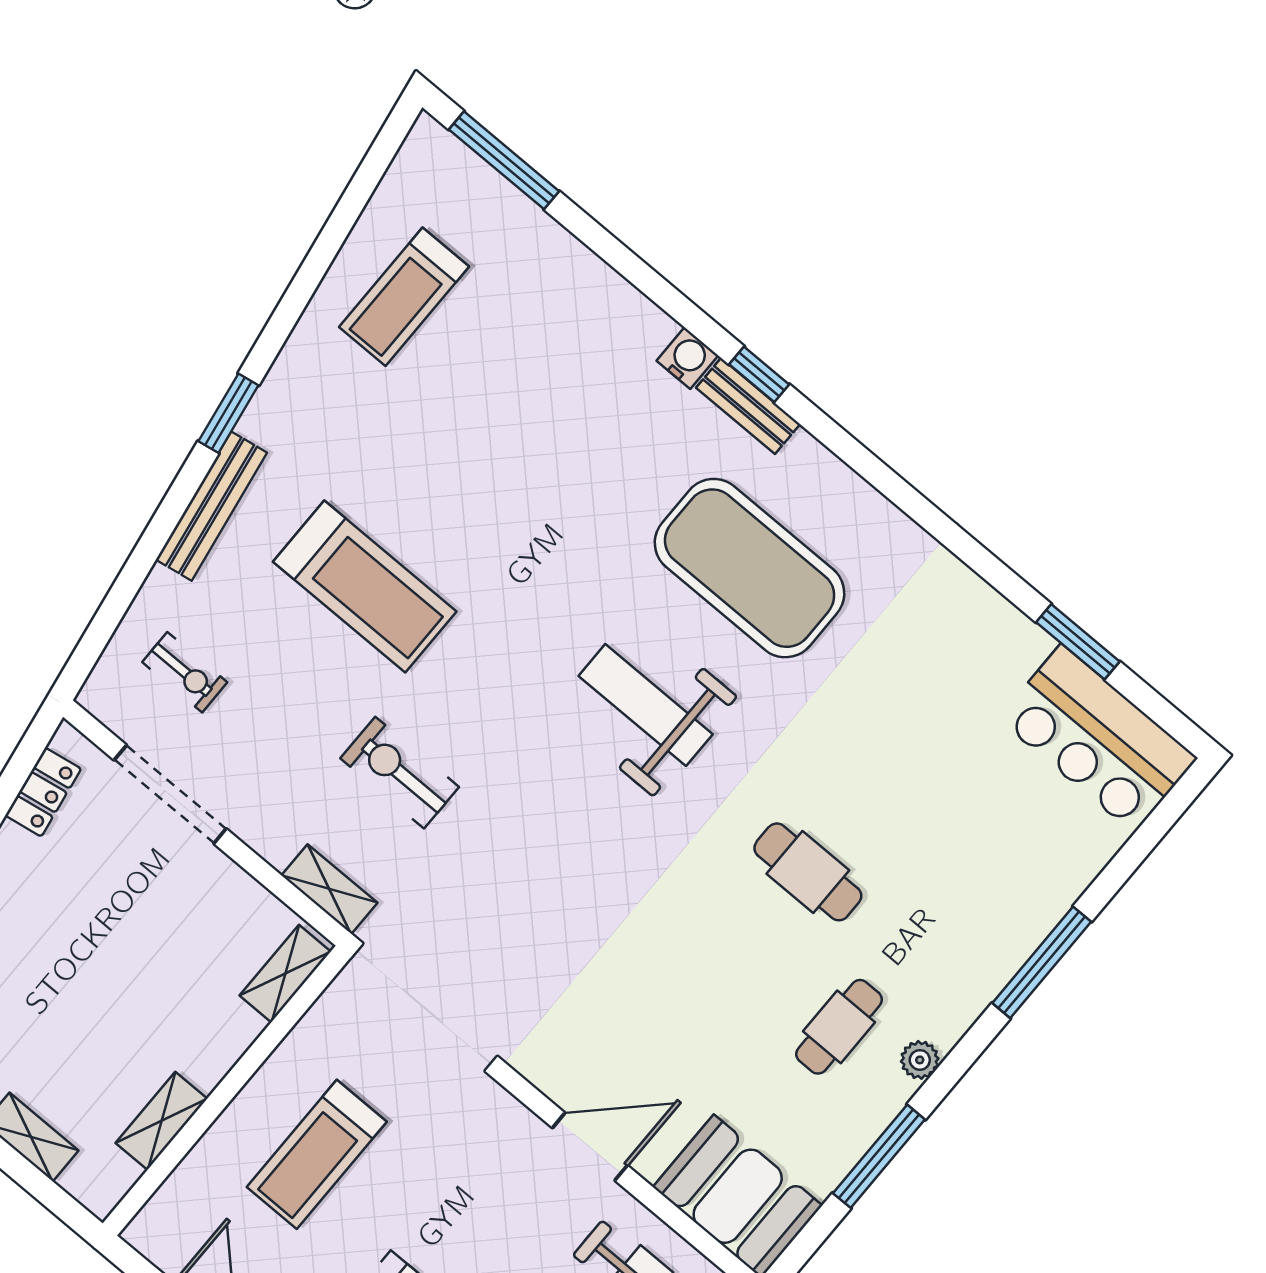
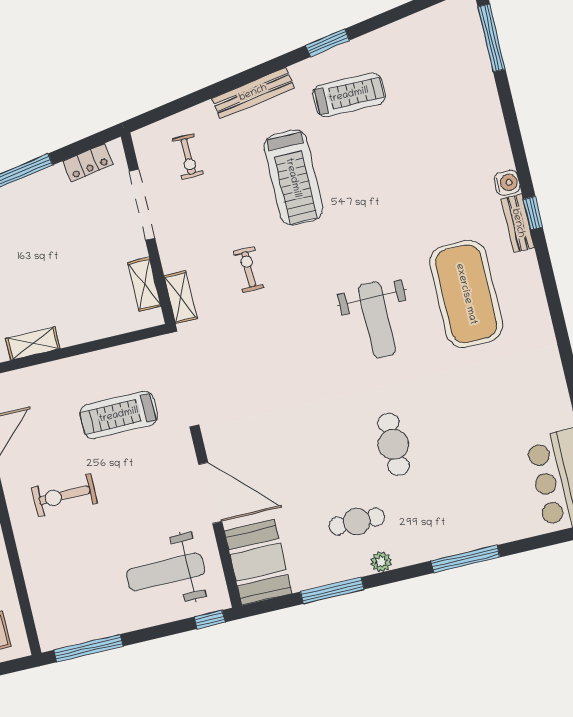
treadmill: (404, 297) -> (349, 95), moved, turned 180
window: (228, 413) -> (328, 43), moved
weight bench: (646, 705) -> (377, 320), turned 180
exercise bike: (400, 773) -> (249, 269), width x0.73, depth x0.72
shelving: (285, 974) -> (144, 284), moved, turned 90
door: (590, 1147) -> (210, 493), width x1.36
treadmill: (317, 1154) -> (119, 415), moved

